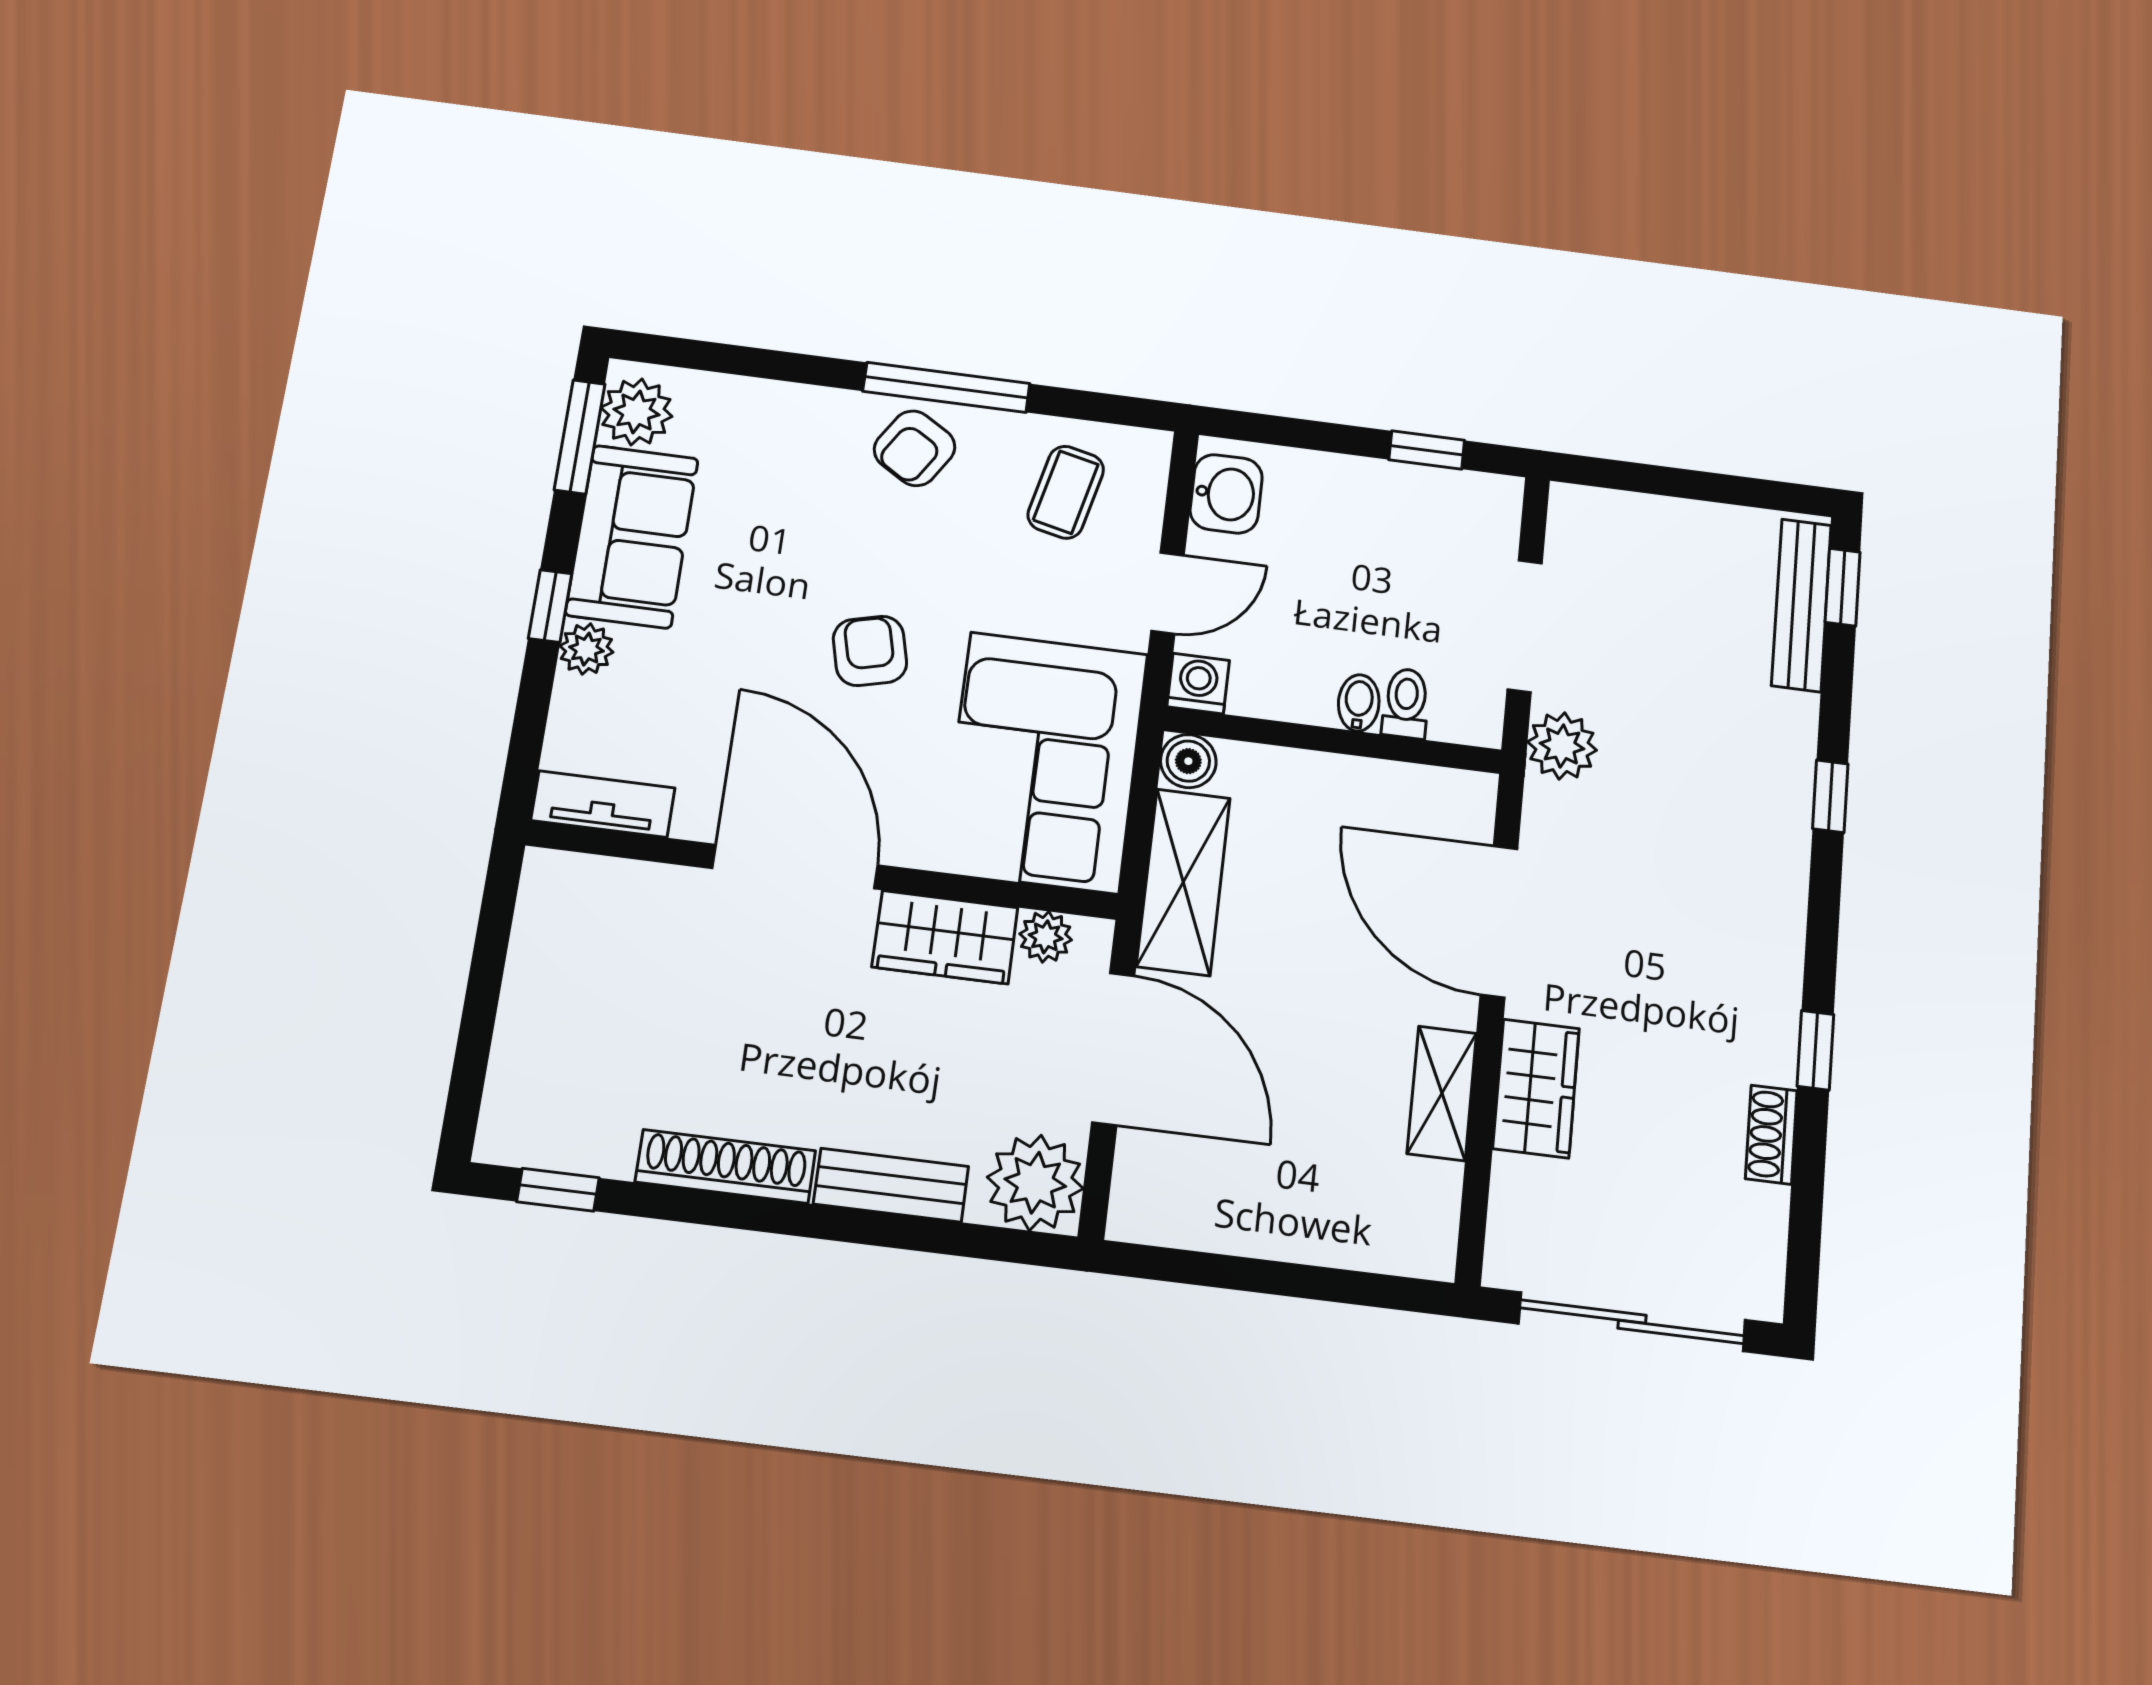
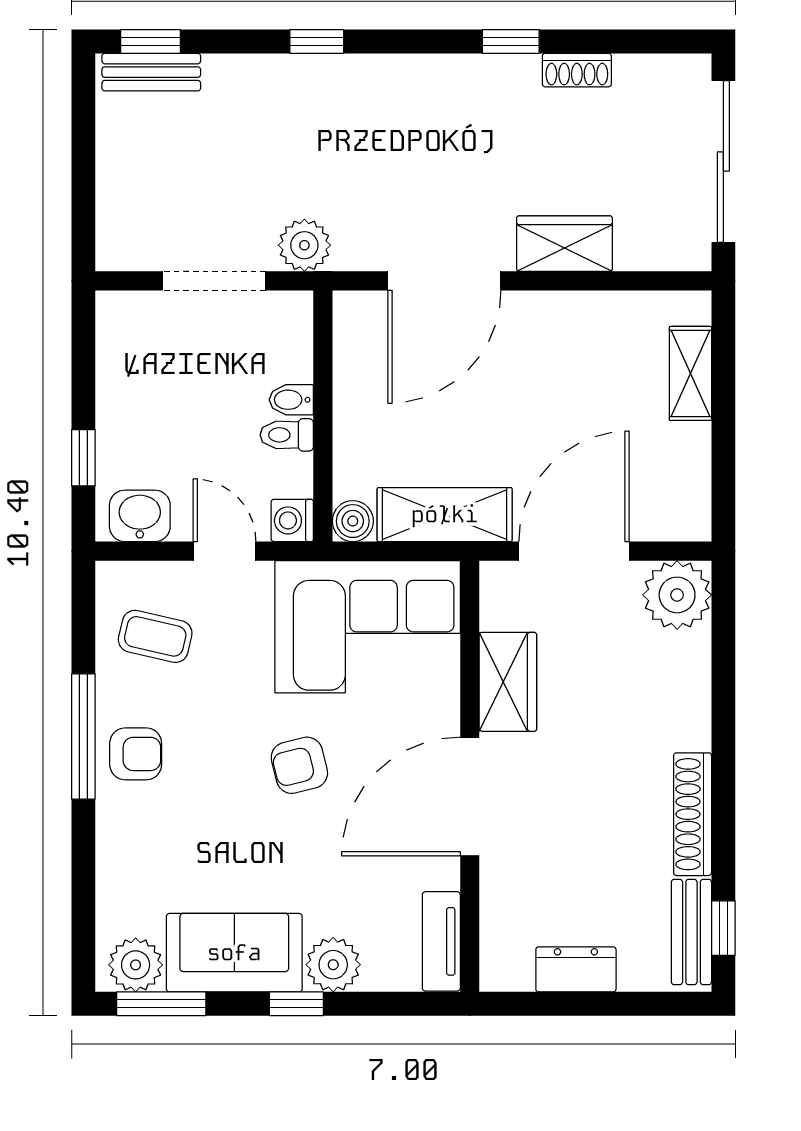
armchair: (915, 448) -> (136, 754), turned -32
window: (1427, 450) -> (83, 458), moved
bench: (1801, 605) -> (151, 72), width x0.73
plant: (586, 649) -> (333, 965), width x1.38, depth x1.38
toilet: (1406, 703) -> (287, 435), moved
plant: (1046, 937) -> (498, 609), removed
dresser: (534, 979) -> (576, 969), added
shelving: (1442, 1093) -> (690, 373), moved, turned 90
bench: (891, 1185) -> (691, 932), moved

